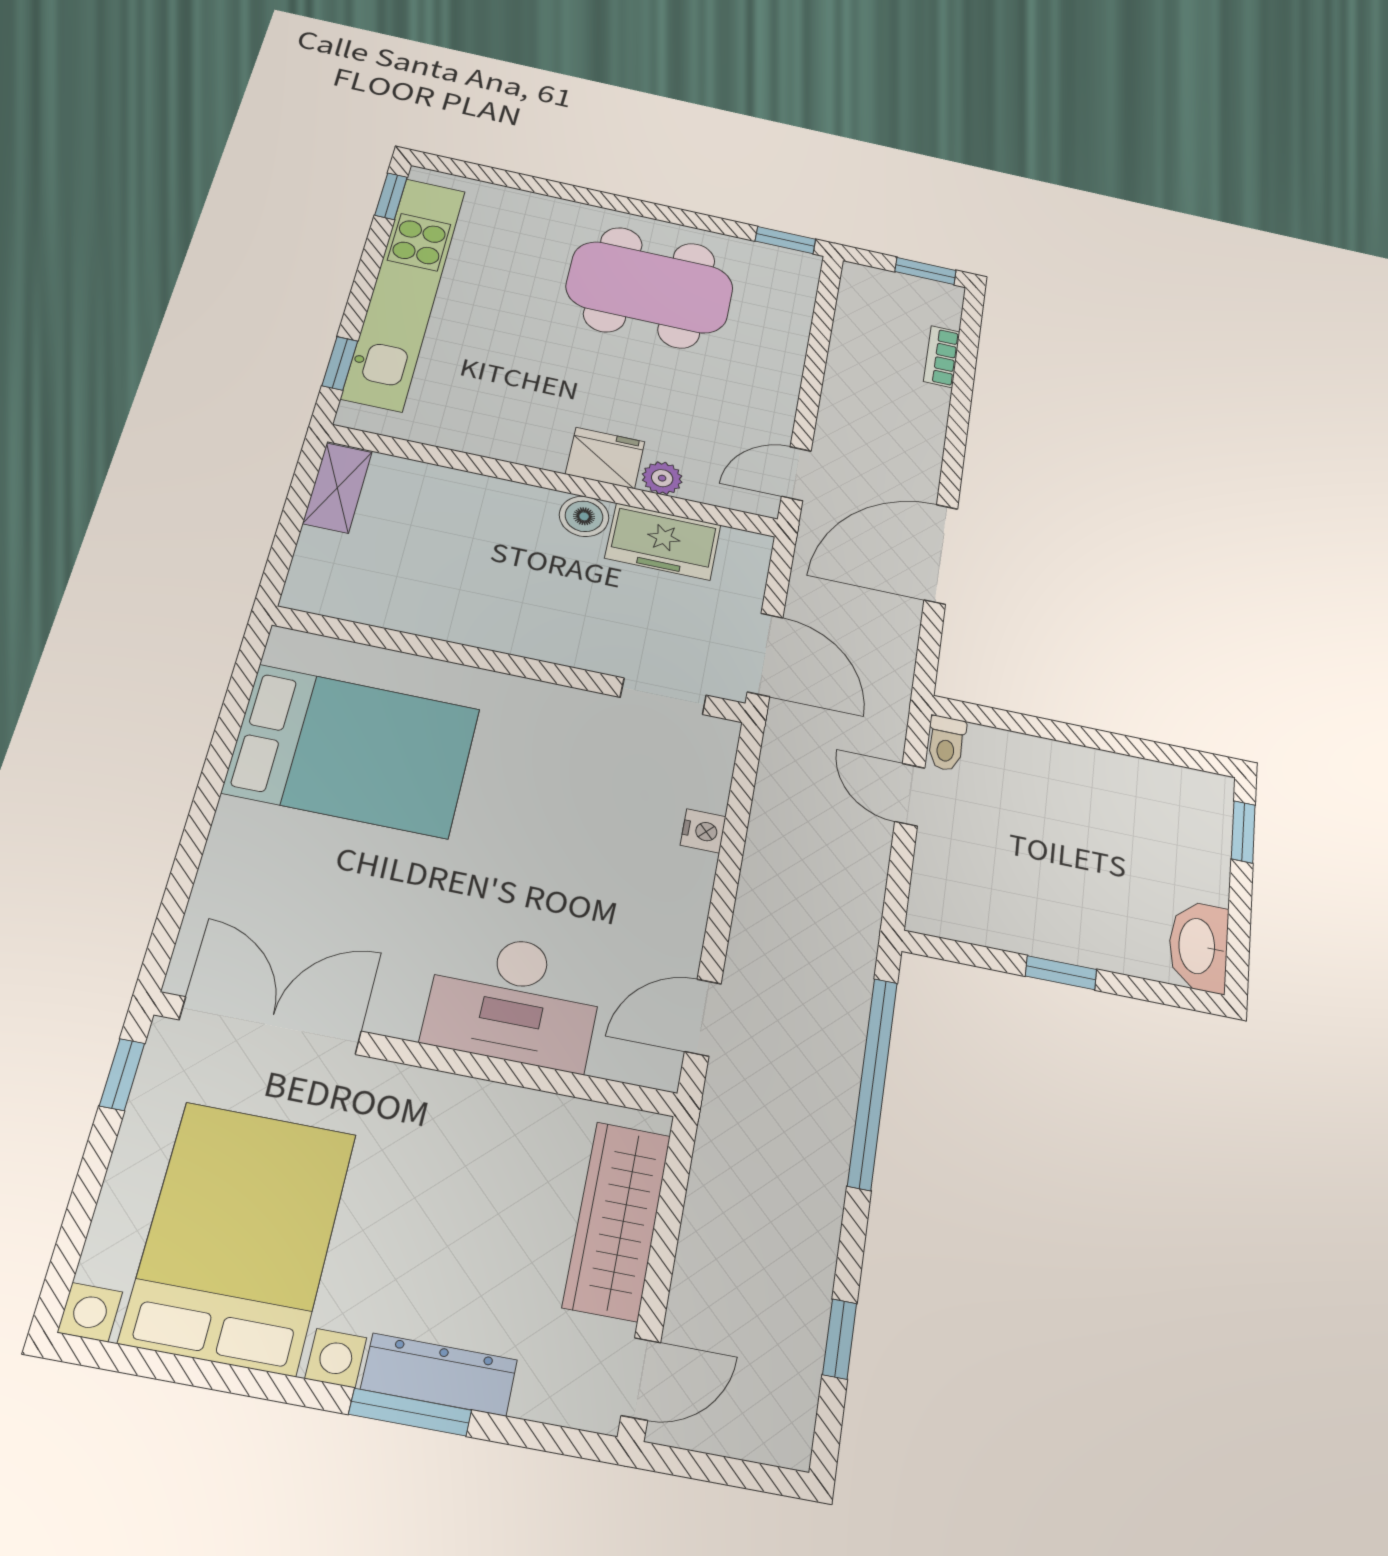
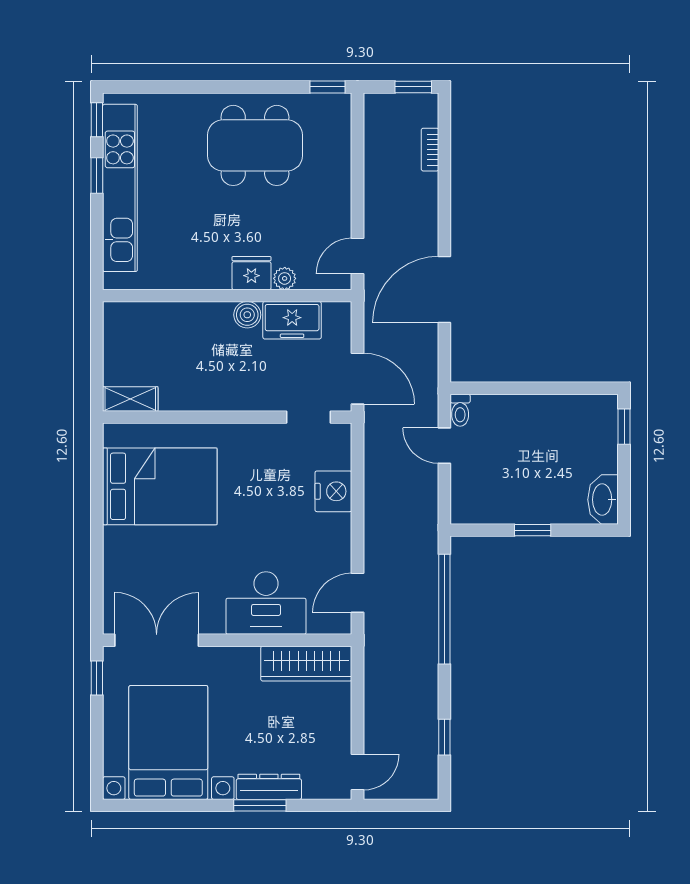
window: (340, 363) -> (97, 176), moved
shelving: (337, 488) -> (130, 399), moved, turned 90
nightstand: (703, 831) -> (333, 491), width x1.89, depth x1.79
wardrobe: (617, 1220) -> (306, 664), moved, turned -90

